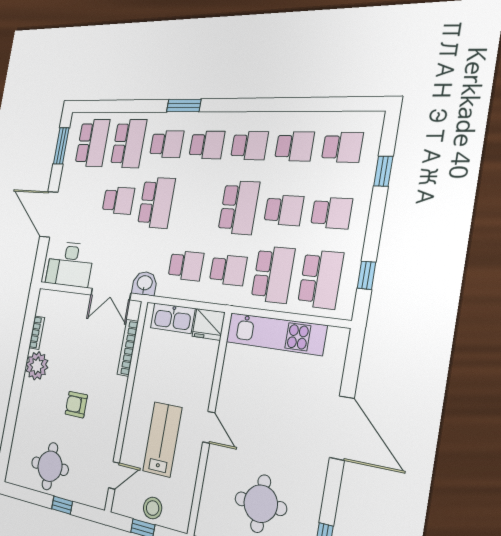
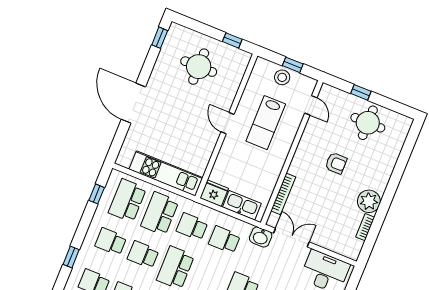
door: (114, 475) -> (311, 105), swing flipped

